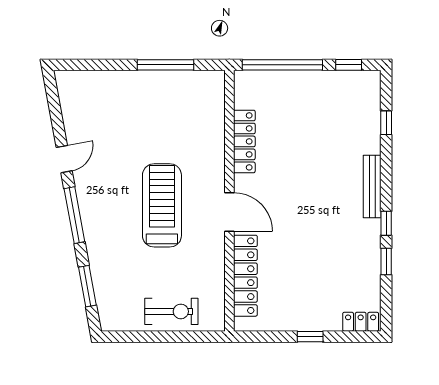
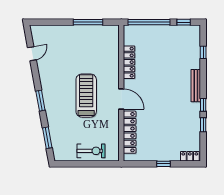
door: (64, 159) -> (32, 54), moved
window: (74, 215) -> (40, 101), width x0.69

